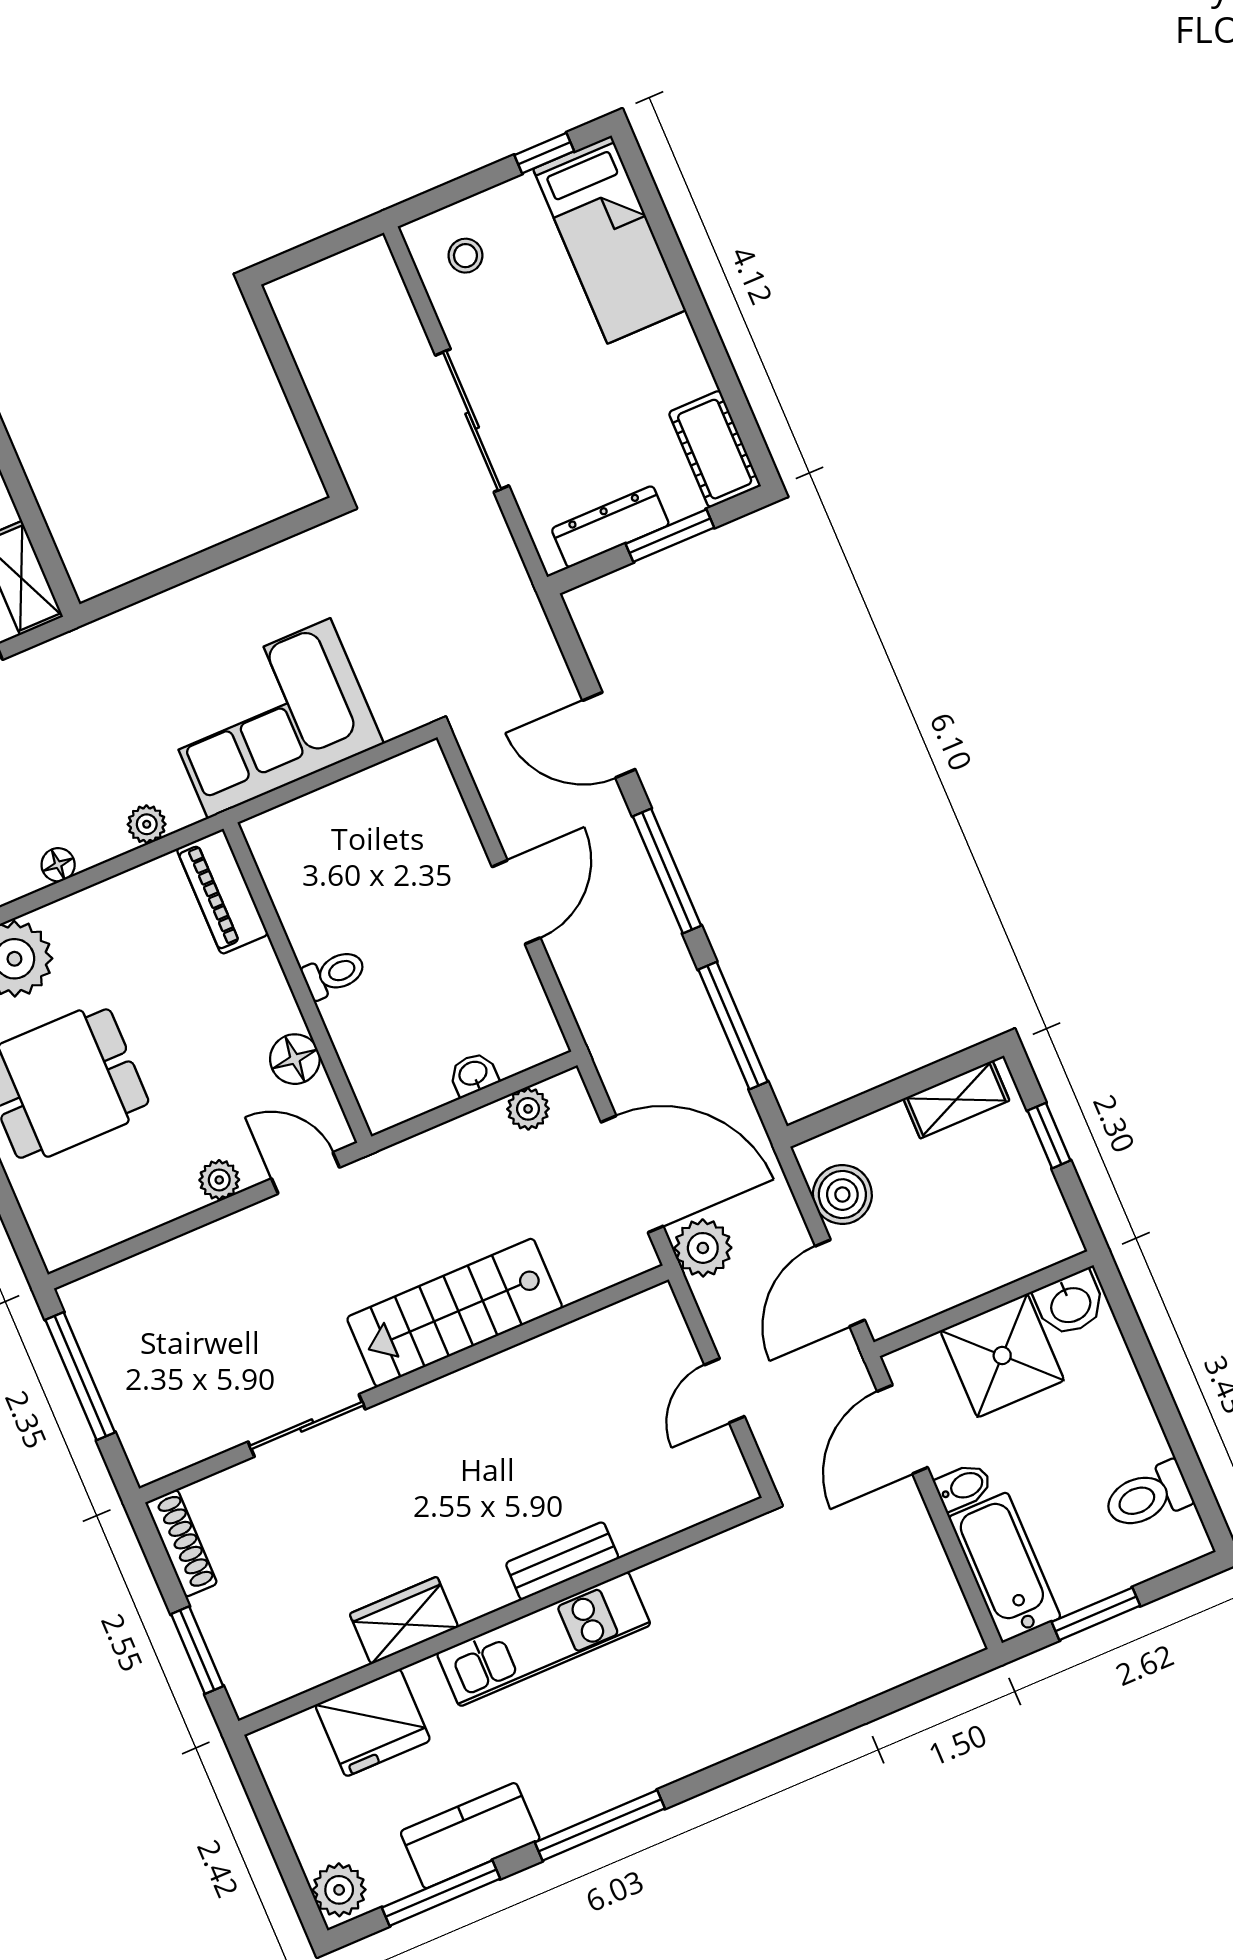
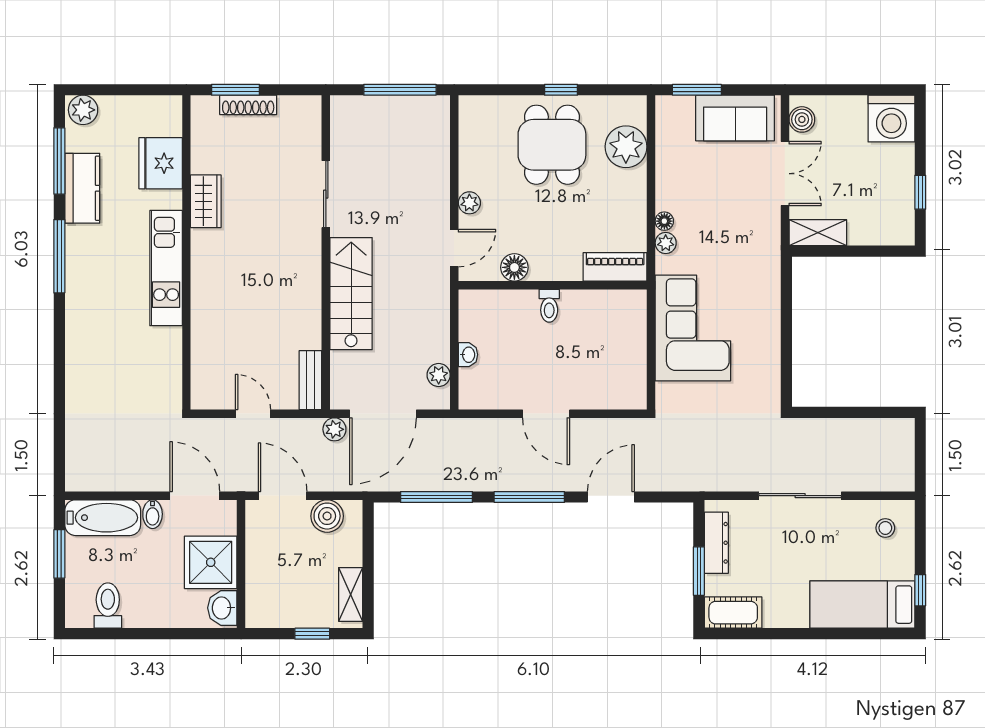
floor lamp: (58, 865) -> (664, 221), moved
plant: (703, 1248) -> (334, 429), width x0.73, depth x0.73
shoe rack: (181, 1543) -> (248, 105), moved
bench: (562, 1561) -> (310, 380), moved

